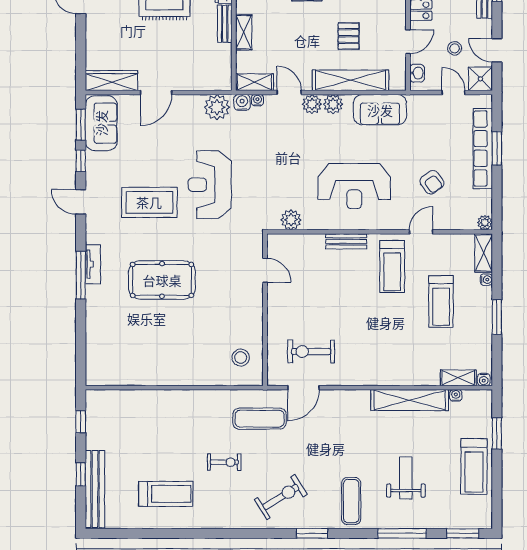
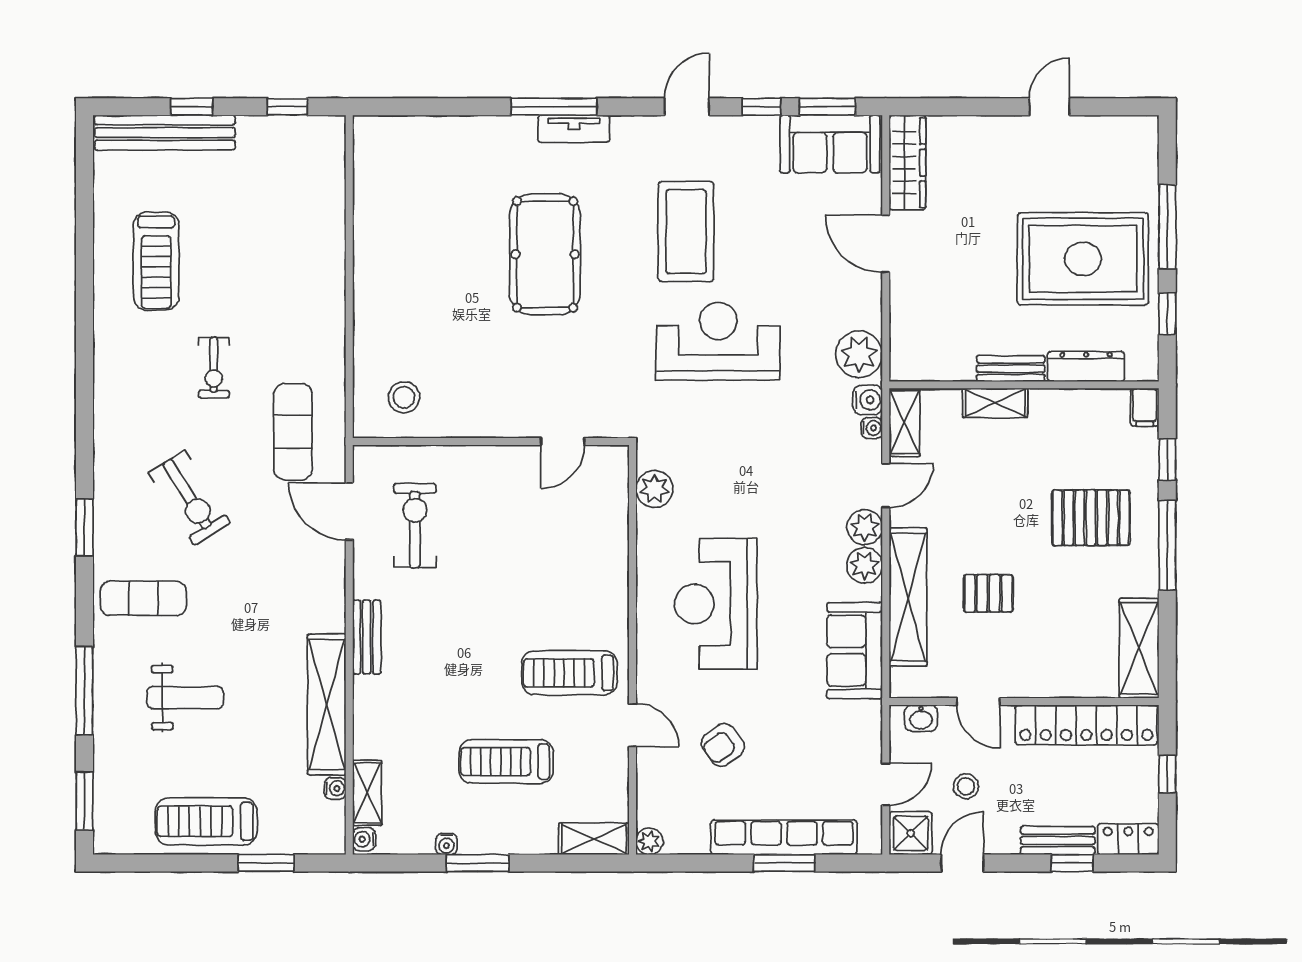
bench: (346, 241) -> (367, 637), moved
water cooler: (486, 280) -> (446, 844), moved
exercise bike: (281, 497) -> (189, 498), moved

